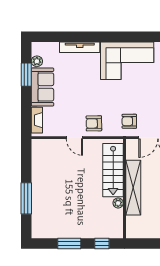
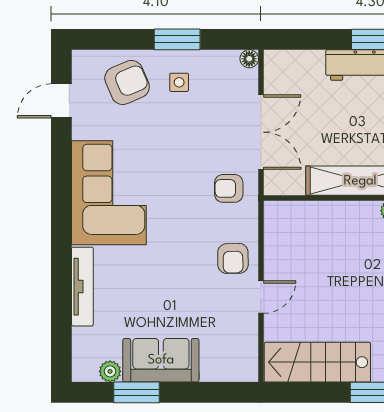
fireplace: (37, 120) -> (227, 371), removed
armchair: (129, 121) -> (229, 188), turned 90
stairs: (113, 170) -> (317, 362), moved, turned 180

